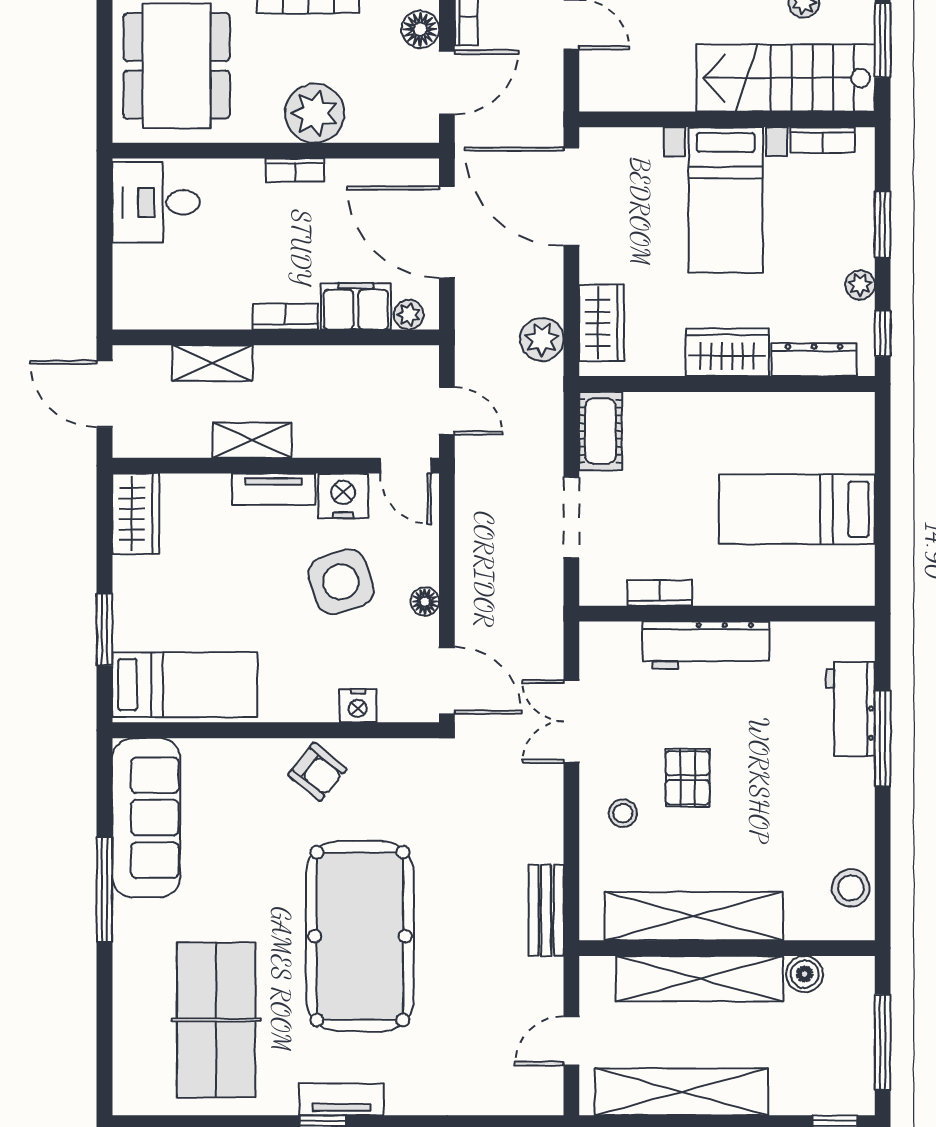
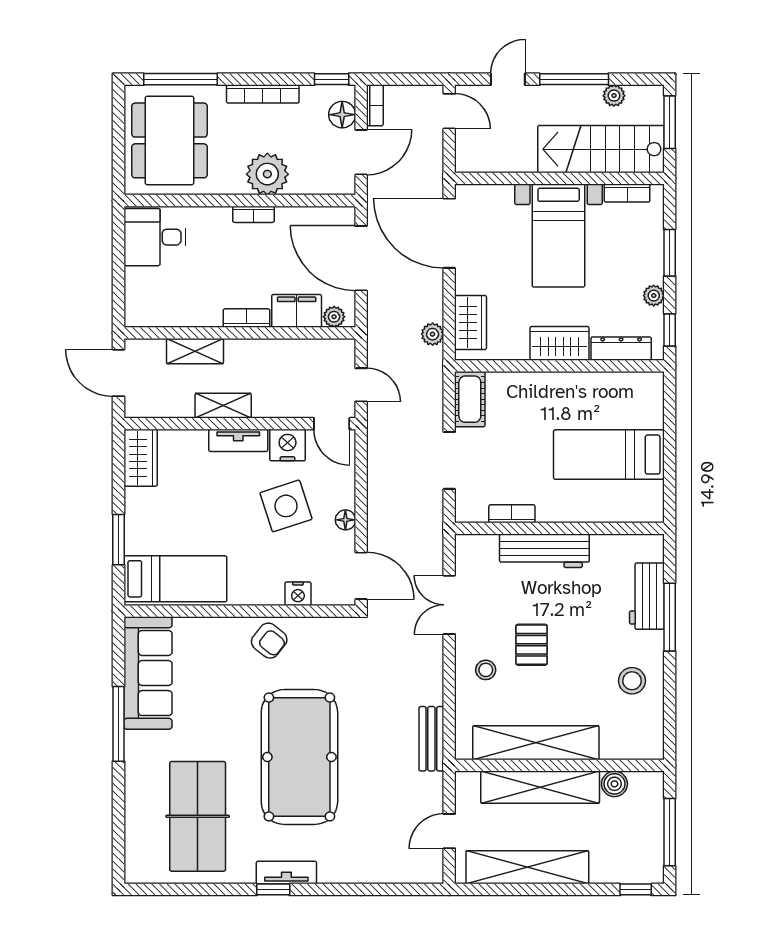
plant: (542, 339) -> (433, 334), width x0.73, depth x0.73
stool: (851, 888) -> (632, 681), moved

